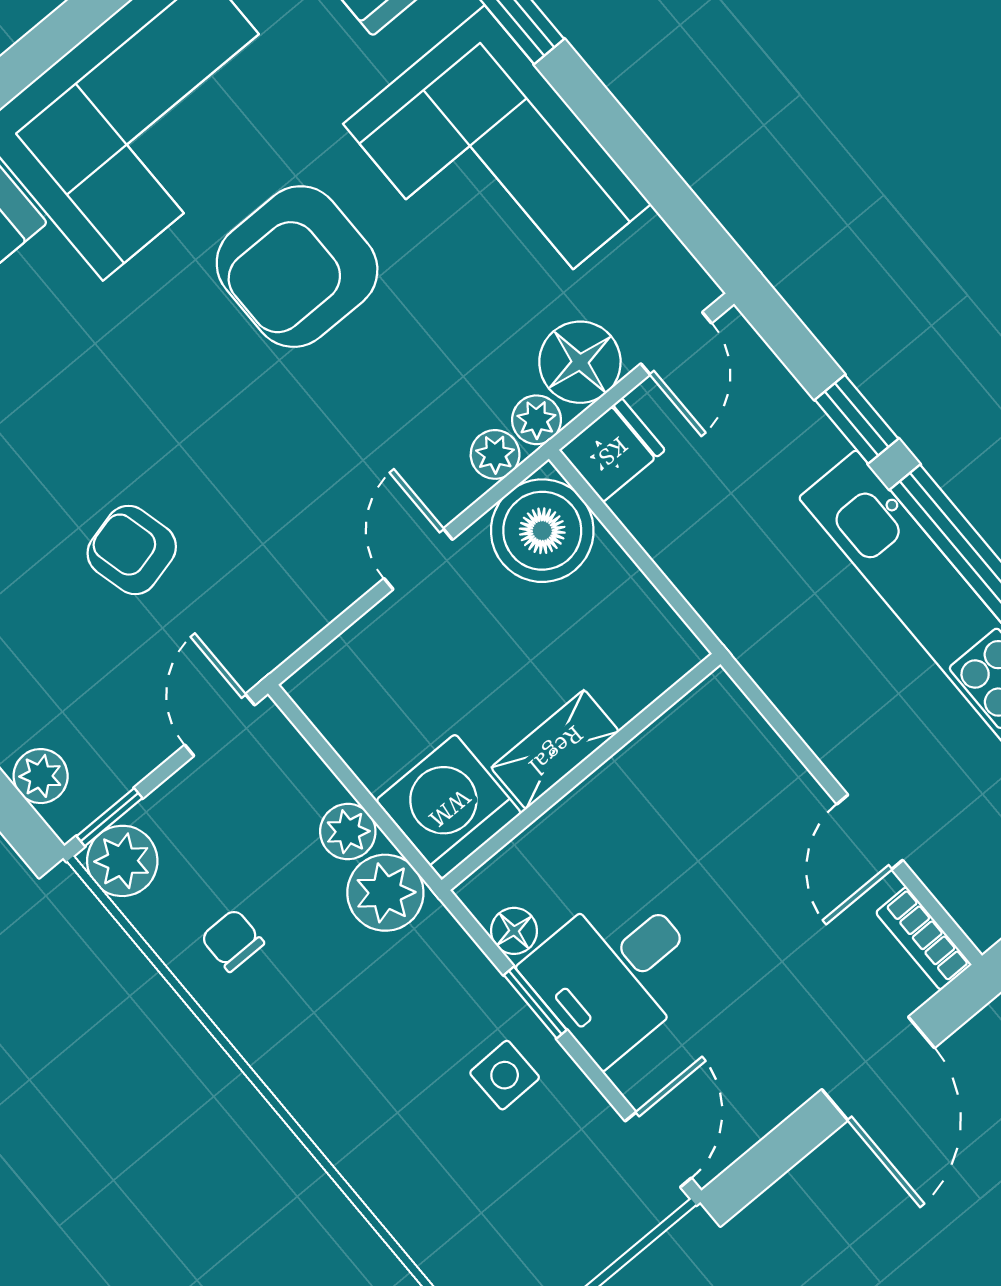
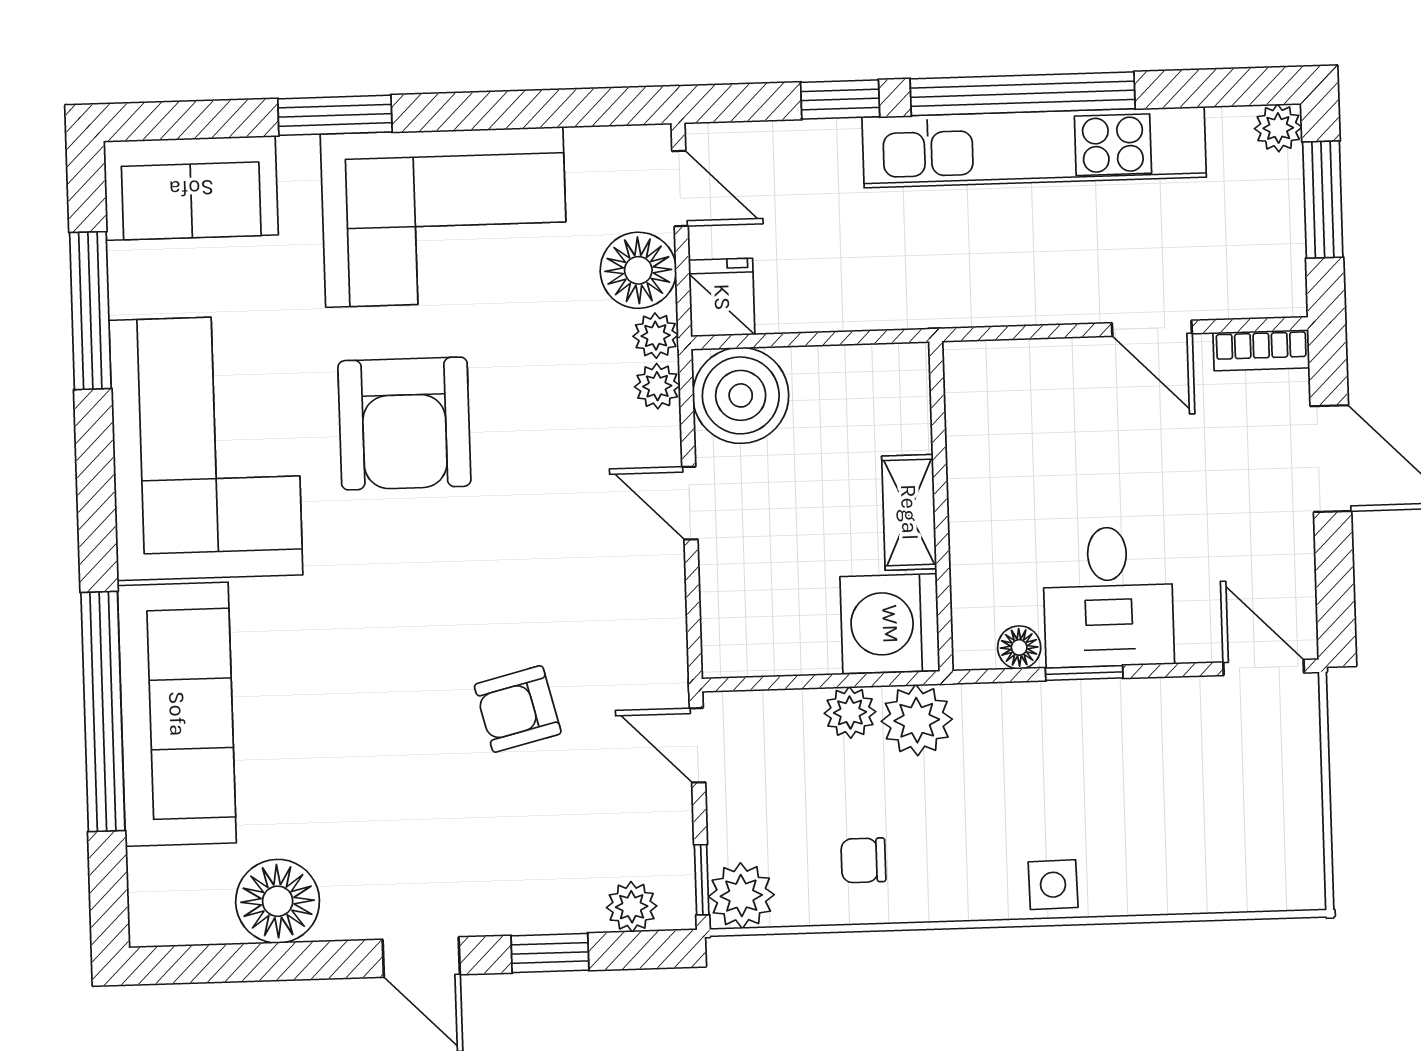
side table: (505, 1075) -> (1053, 885), moved

